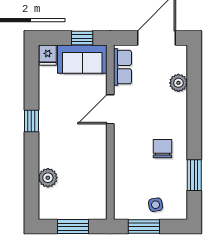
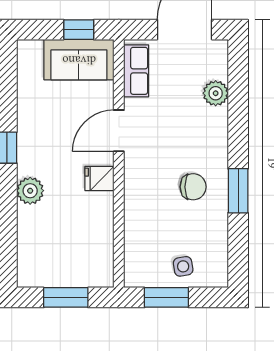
fridge: (48, 55) -> (99, 178), moved, turned 90
chair: (163, 149) -> (193, 187), turned 90
window: (194, 175) -> (238, 191), moved
plant: (48, 178) -> (30, 191), moved

